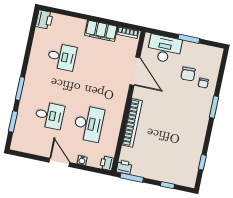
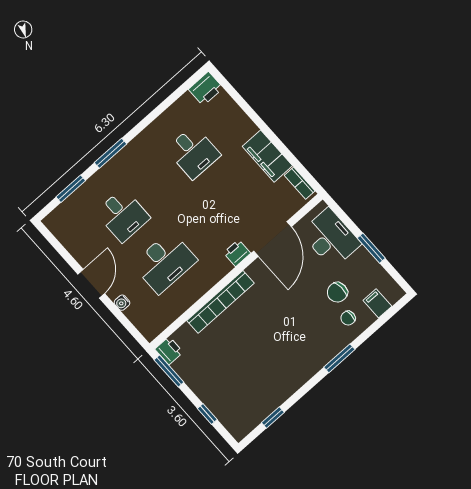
filing cabinet: (213, 65) -> (377, 303), added
printer: (107, 163) -> (237, 253), moved

